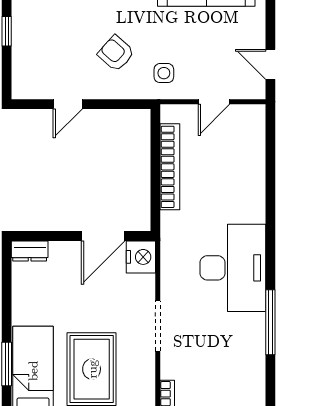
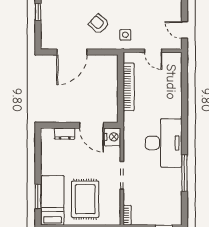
door: (214, 102) -> (153, 51), hinge flipped
door: (68, 104) -> (72, 52), width x1.88
door: (103, 236) -> (92, 125), hinge flipped
dresser: (30, 251) -> (65, 134), moved

